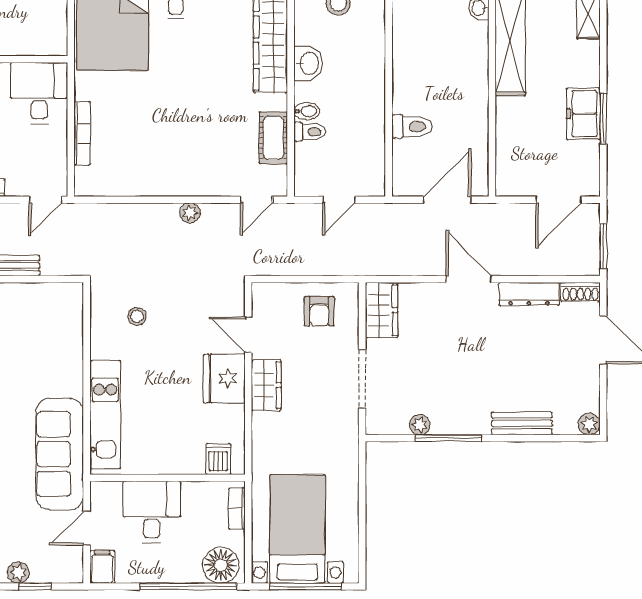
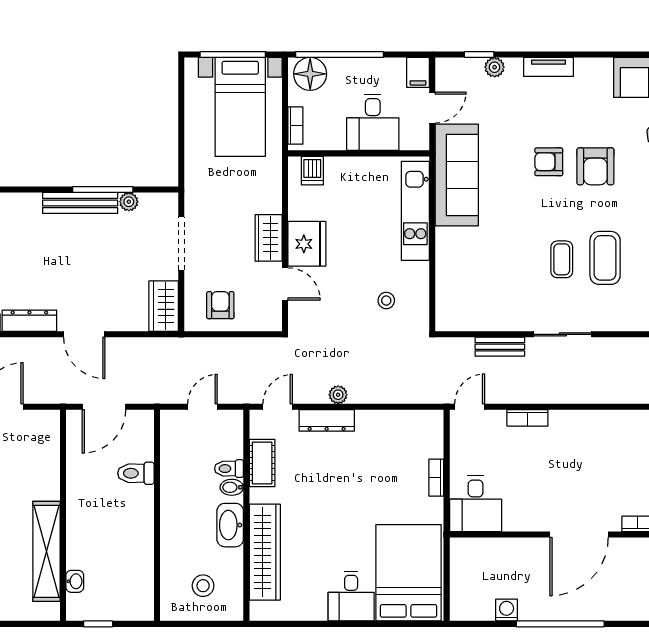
washbasin: (308, 63) -> (230, 525), width x1.38
bookcase: (82, 133) -> (436, 478), width x0.64
dresser: (202, 185) -> (327, 420), added
bench: (522, 423) -> (80, 203), moved, width x1.36

